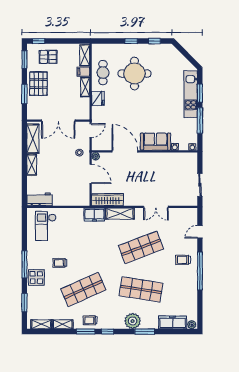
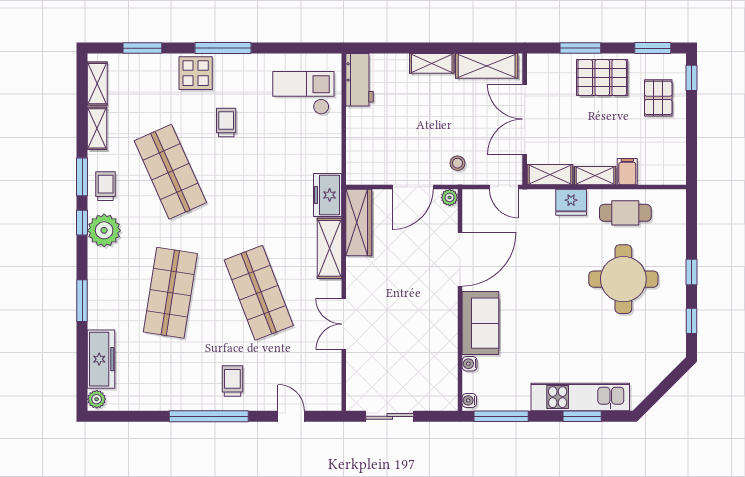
shelving: (85, 55) -> (550, 175), moved
window: (200, 121) -> (501, 416), moved
plant: (133, 321) -> (104, 230), moved

